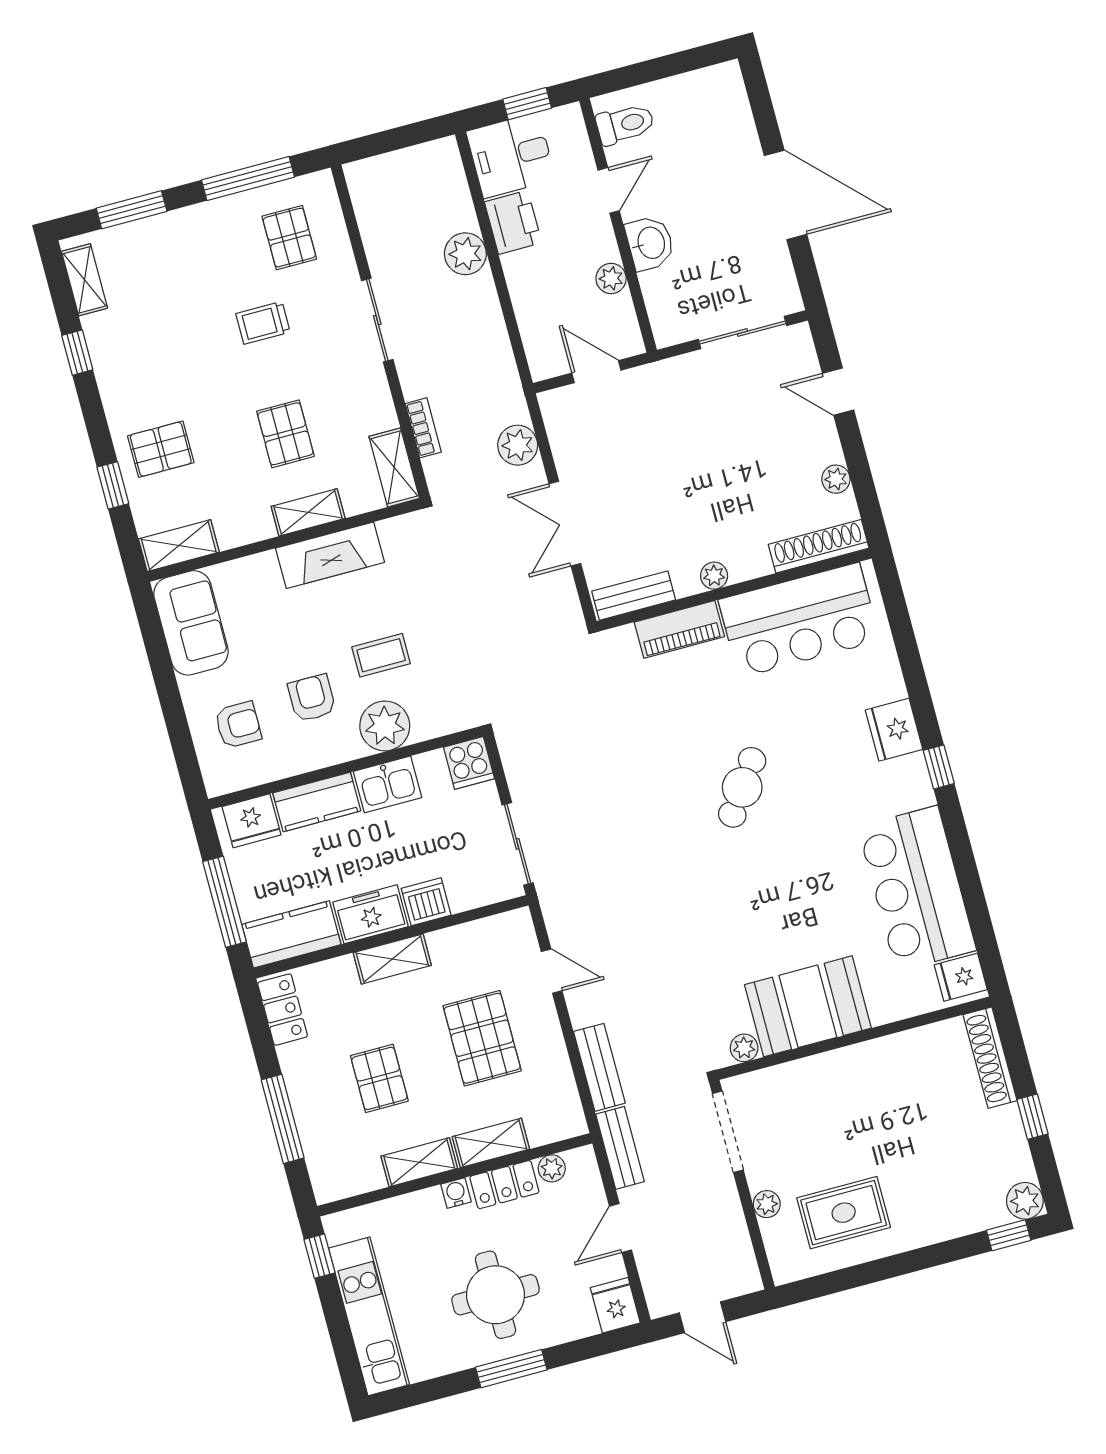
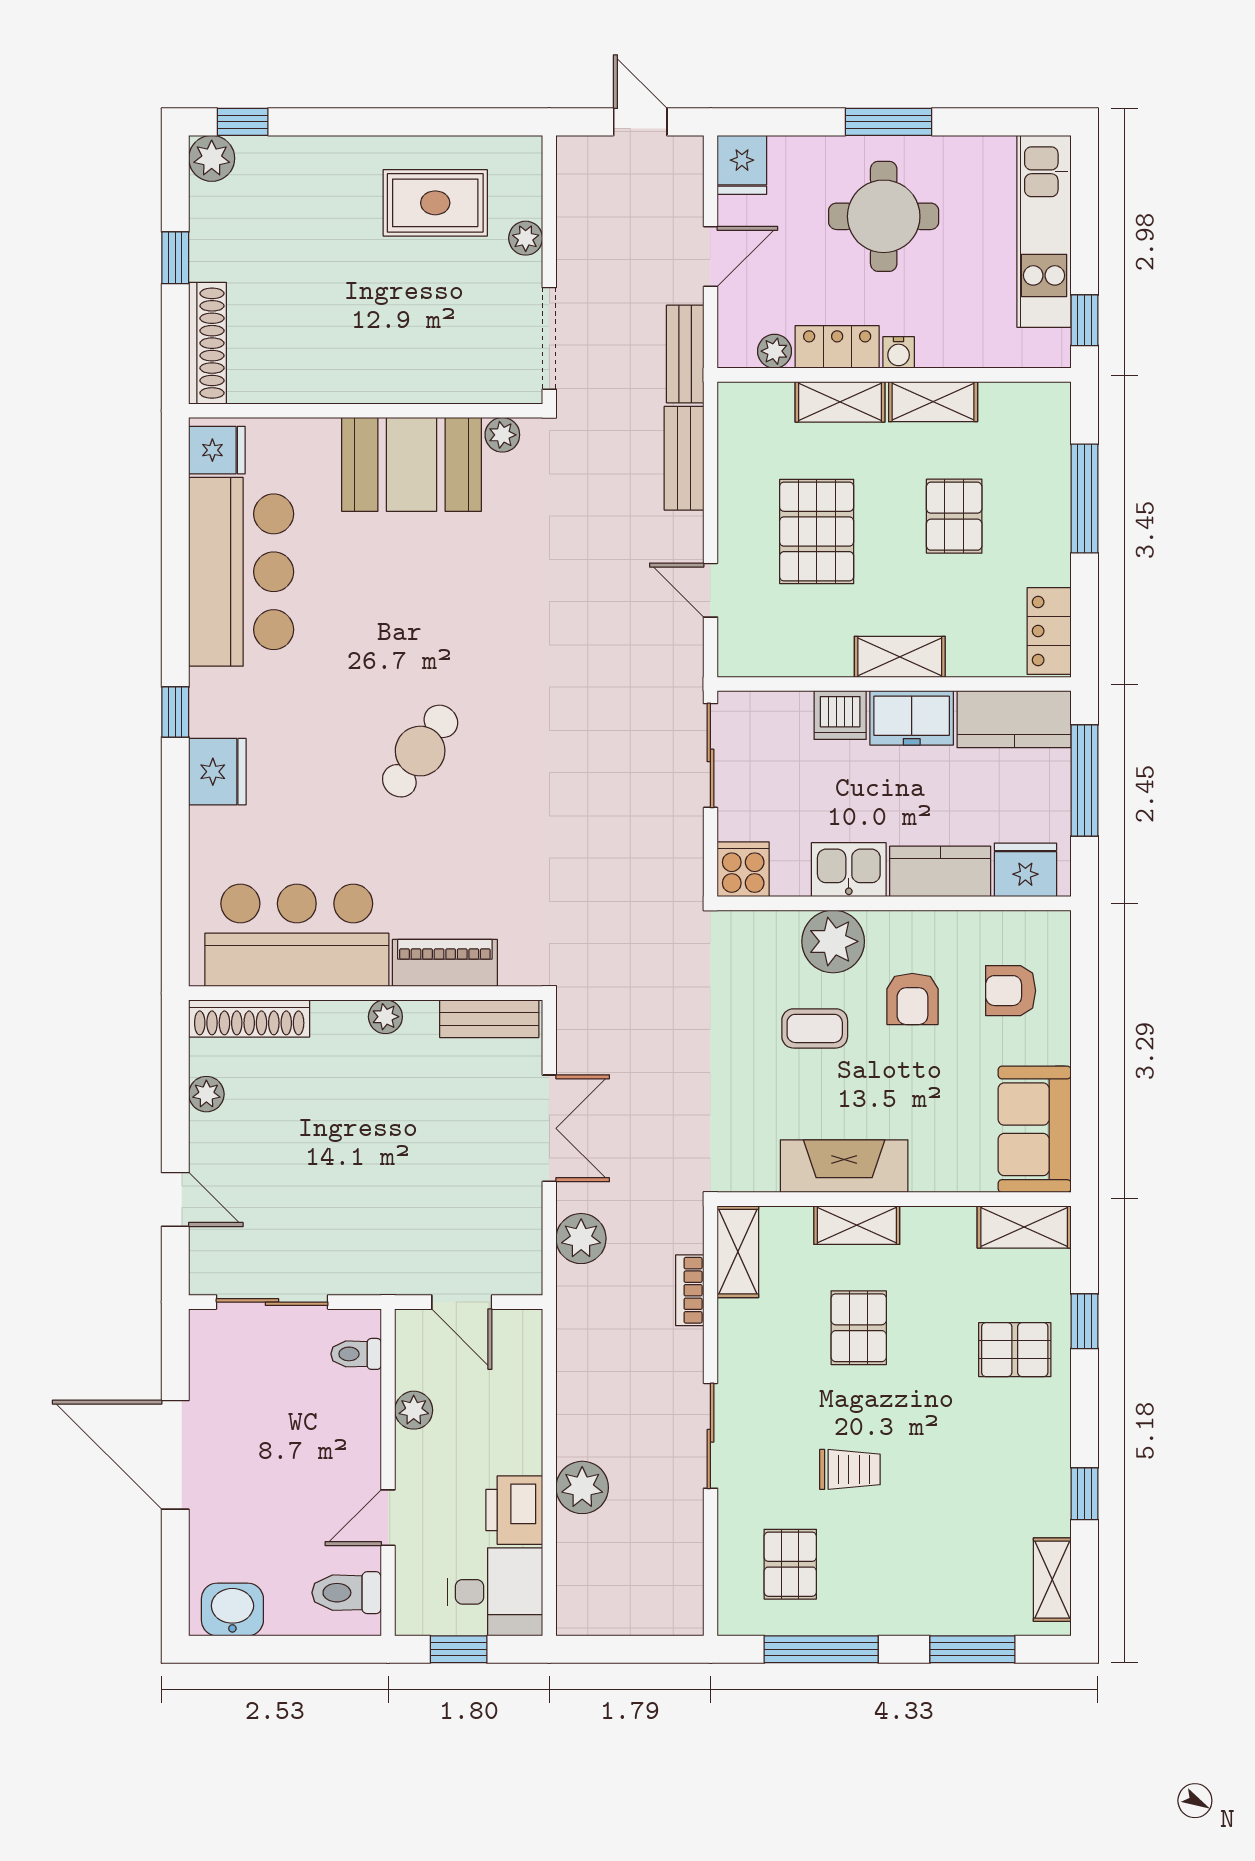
washbasin: (650, 243) -> (232, 1609), moved, turned 90
toilet: (667, 310) -> (356, 1354), added

